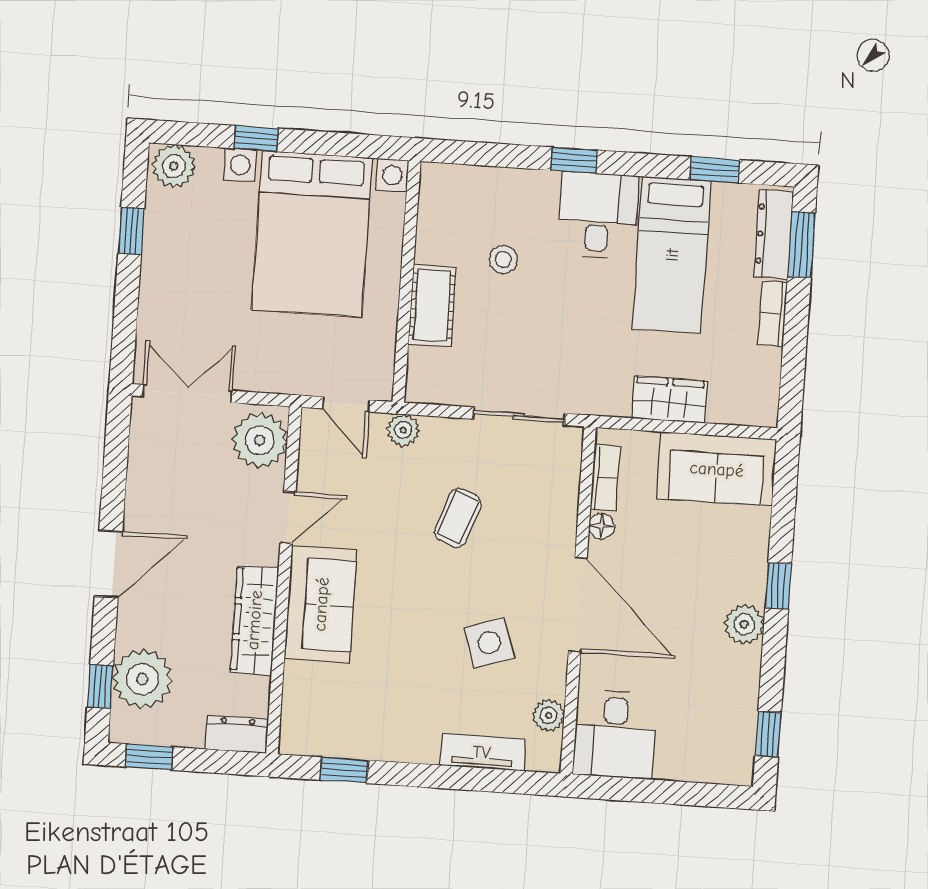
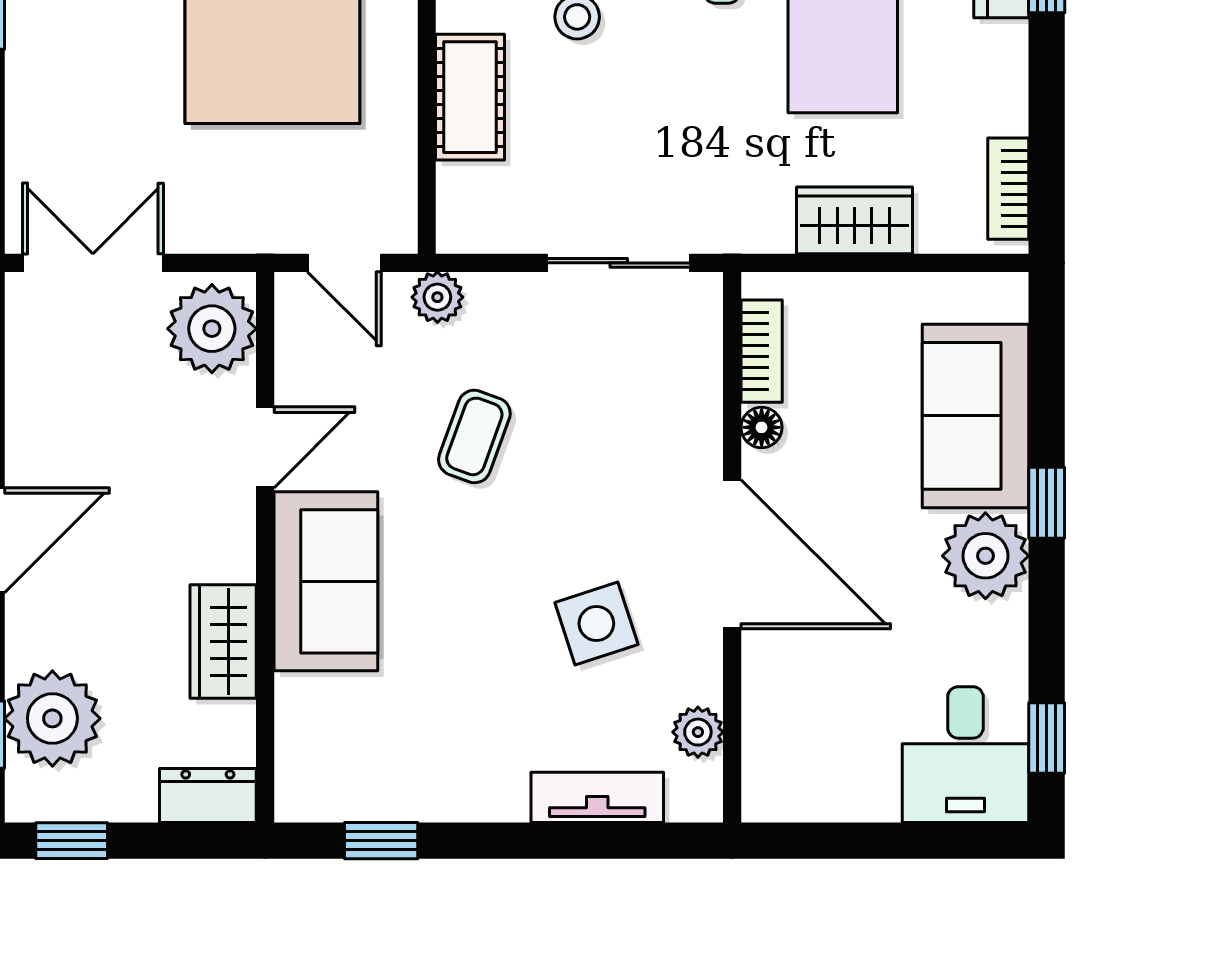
bookcase: (773, 314) -> (1008, 189), moved
sofa: (717, 469) -> (975, 416), moved, turned 90
coffee table: (458, 518) -> (474, 436), moved
wardrobe: (254, 620) -> (223, 641), width x0.67
plant: (744, 624) -> (985, 556), width x1.36, depth x1.36
desk: (615, 734) -> (965, 755), moved

